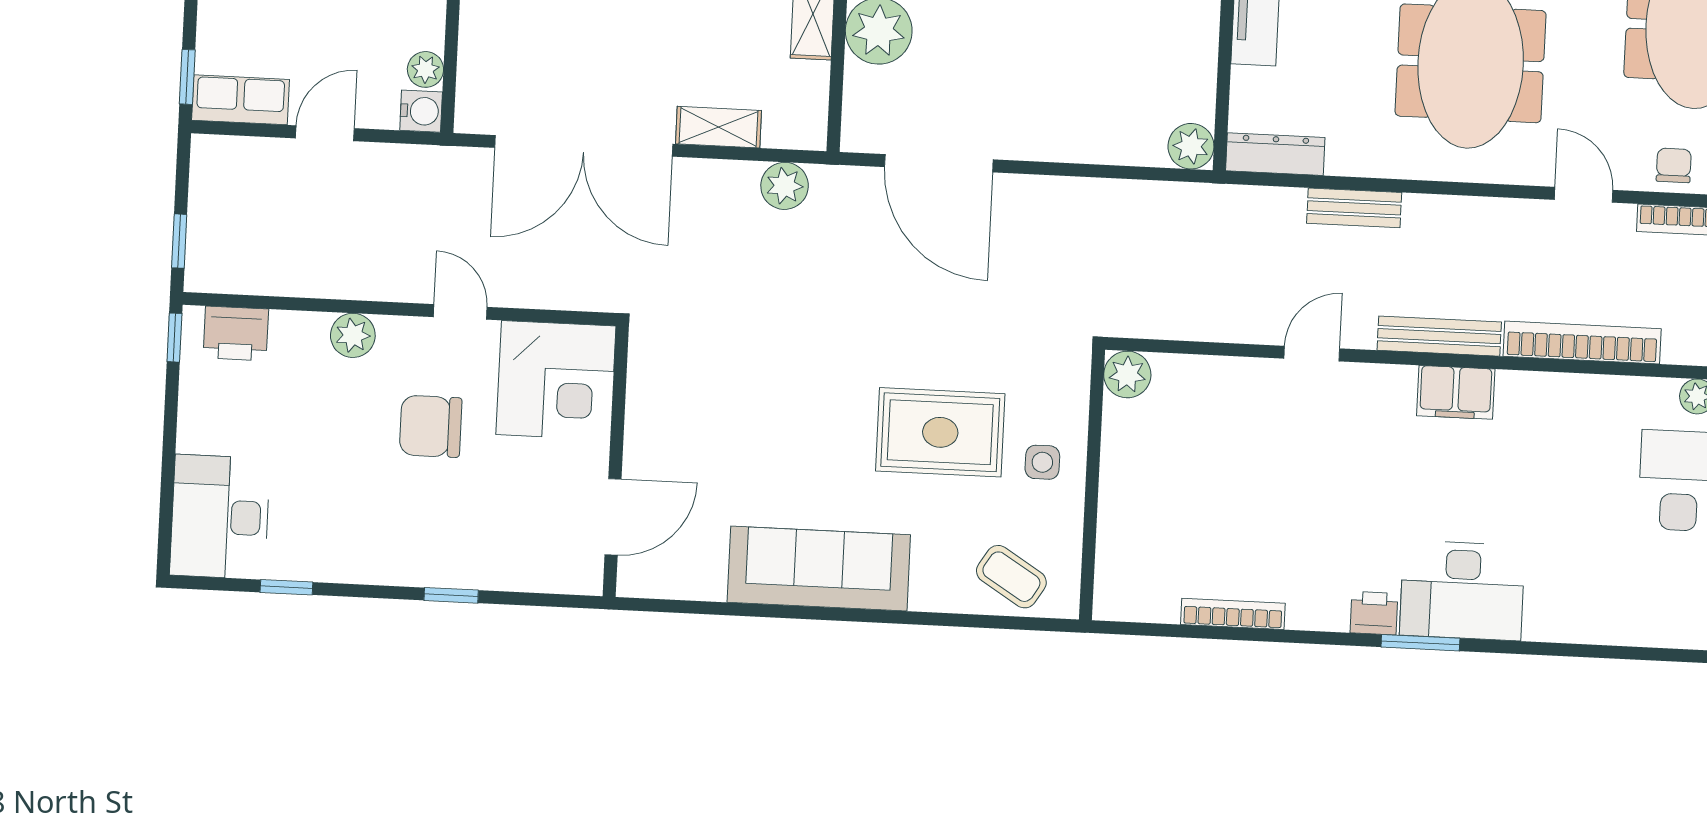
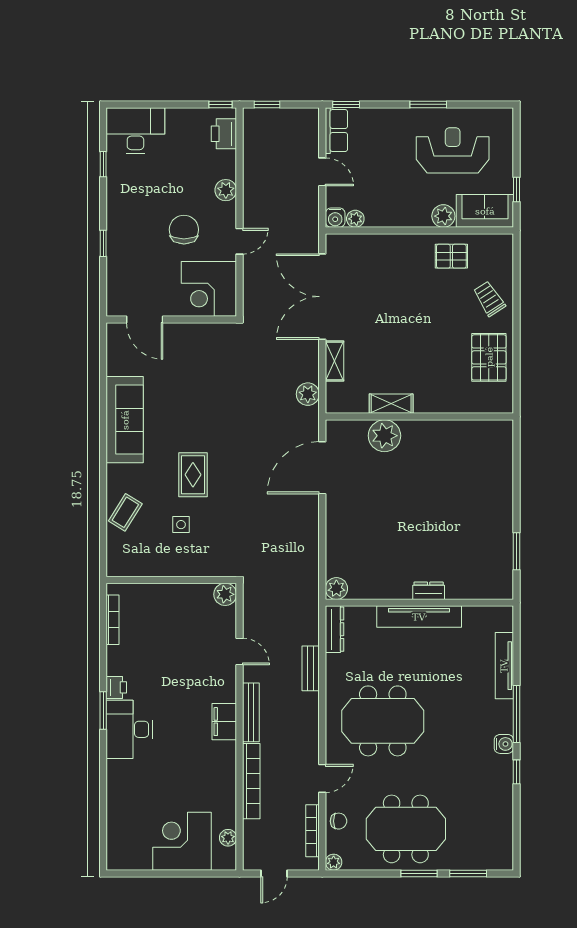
plant: (1127, 374) -> (225, 594), moved
rug: (940, 432) -> (193, 475), width x0.73, depth x0.70
wall: (1092, 485) -> (171, 580), moved

